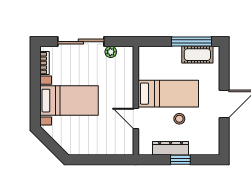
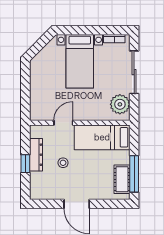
plant: (111, 52) -> (120, 104), width x1.88, depth x1.88
bed: (168, 94) -> (102, 137), moved, turned 90

